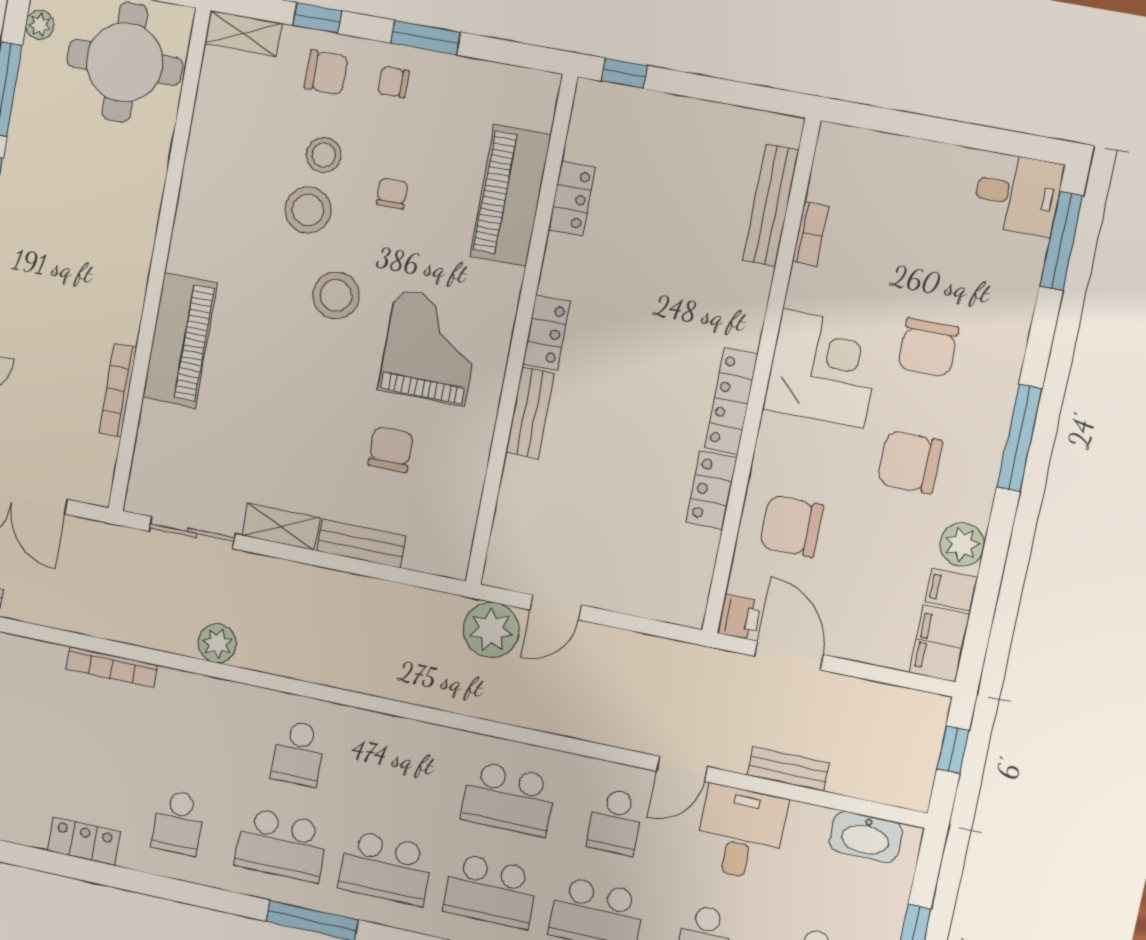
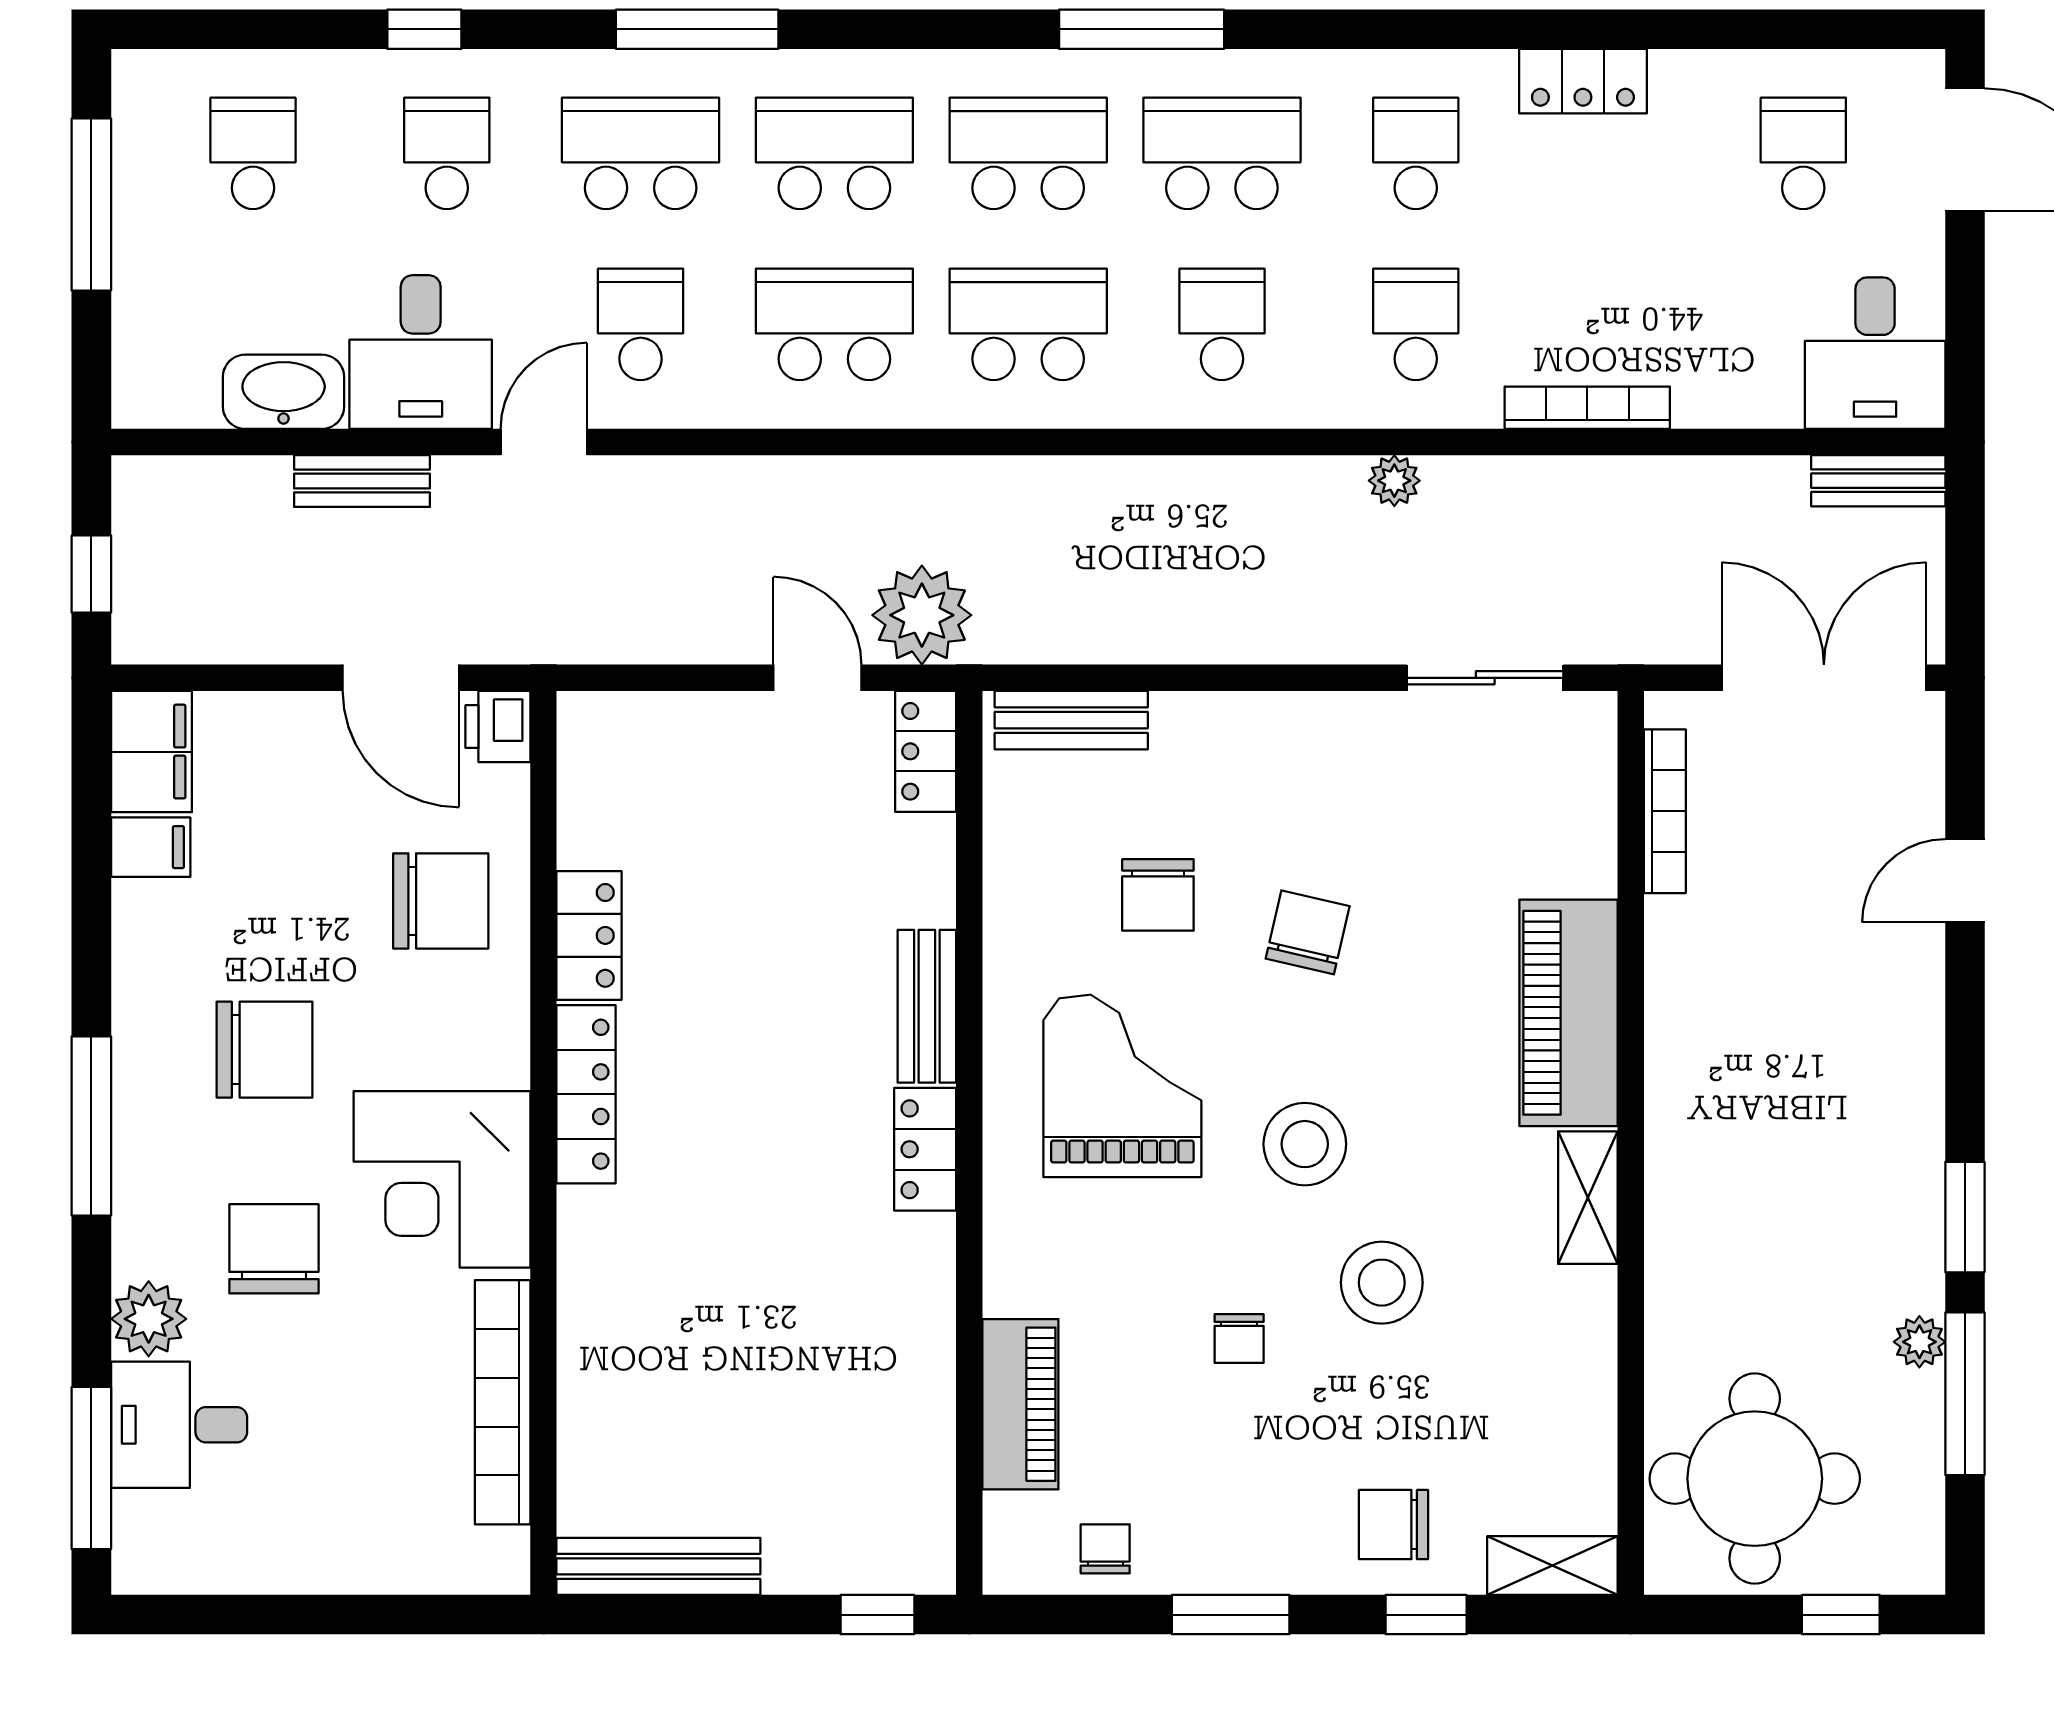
plant: (40, 25) -> (1919, 1342), moved
chair: (393, 82) -> (1105, 1549), moved, turned -90
stool: (324, 155) -> (1372, 1382), removed
desk: (1018, 194) -> (179, 1425), moved
piano: (510, 195) -> (1020, 1404), width x0.73, depth x0.75
locker: (572, 199) -> (926, 751), moved
bench: (771, 205) -> (658, 1566), moved, turned 90
bookcase: (810, 234) -> (503, 1402), width x2.31, depth x1.31
grand piano: (430, 347) -> (1122, 1086), turned 180
bookcase: (118, 390) -> (1665, 811), moved
chair: (313, 413) -> (1308, 932), added
shelving: (281, 527) -> (1588, 1198), moved, turned 90
bench: (361, 543) -> (1071, 720), moved
plant: (962, 544) -> (149, 1319), moved
door: (555, 607) -> (817, 678), hinge flipped
plant: (217, 643) -> (1394, 481), width x0.73, depth x0.73
school desk: (195, 731) -> (1416, 324), added
school desk: (403, 776) -> (1028, 324), added
washbasin: (866, 837) -> (284, 392), moved

